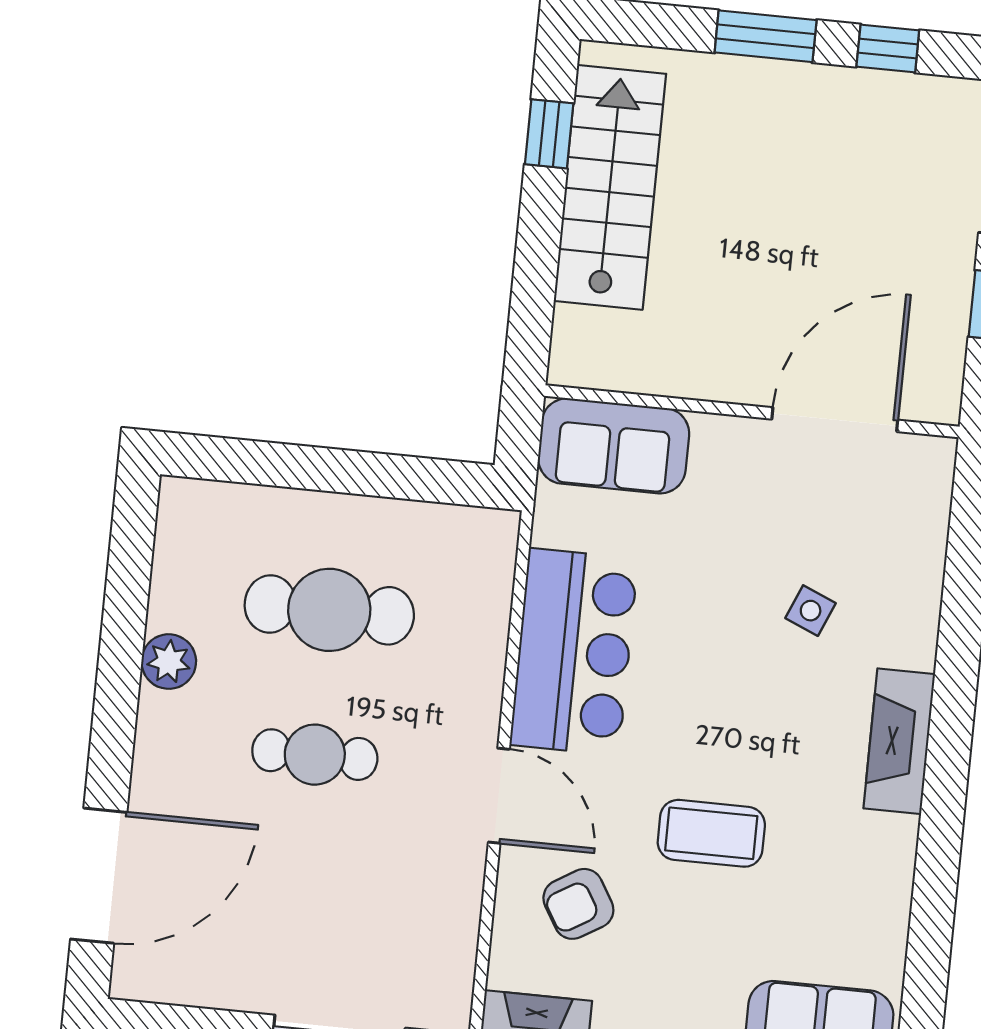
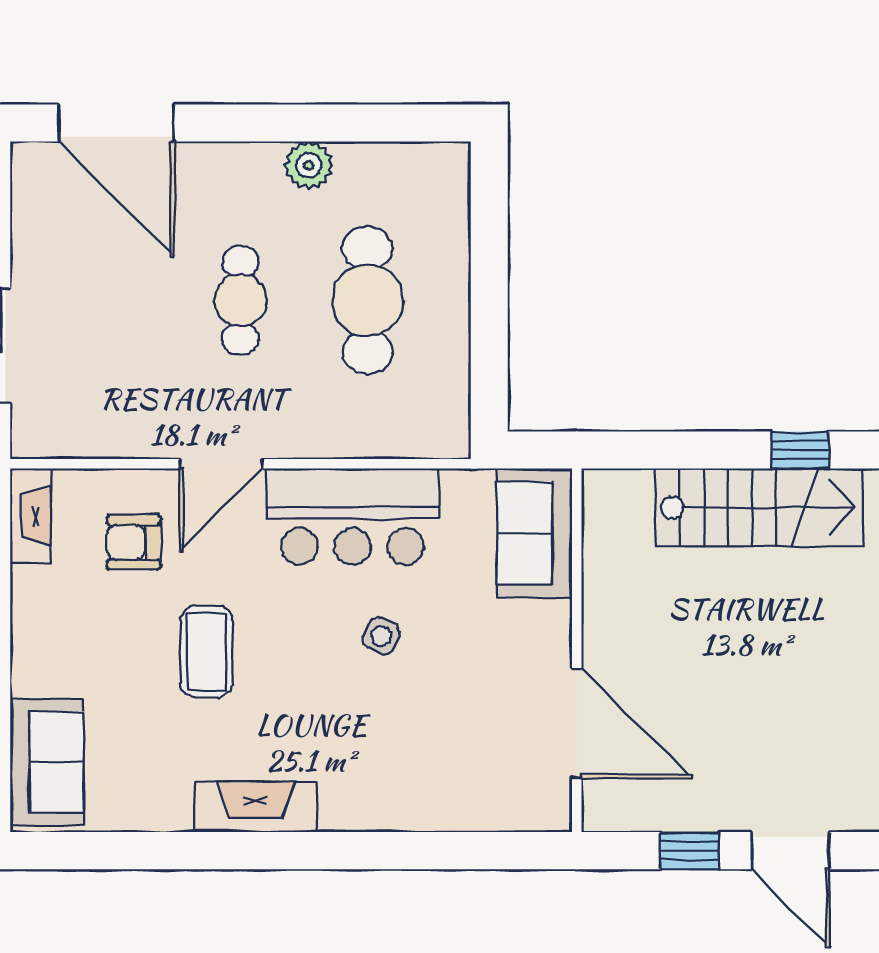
side table: (811, 611) -> (381, 636), moved
fireplace: (899, 741) -> (255, 807), moved
armchair: (578, 904) -> (134, 542), turned -59

